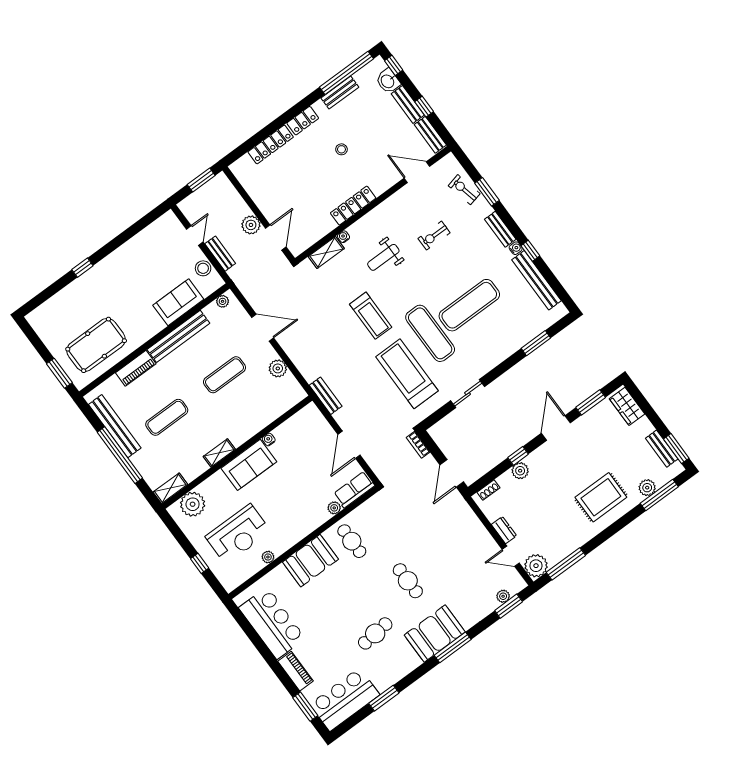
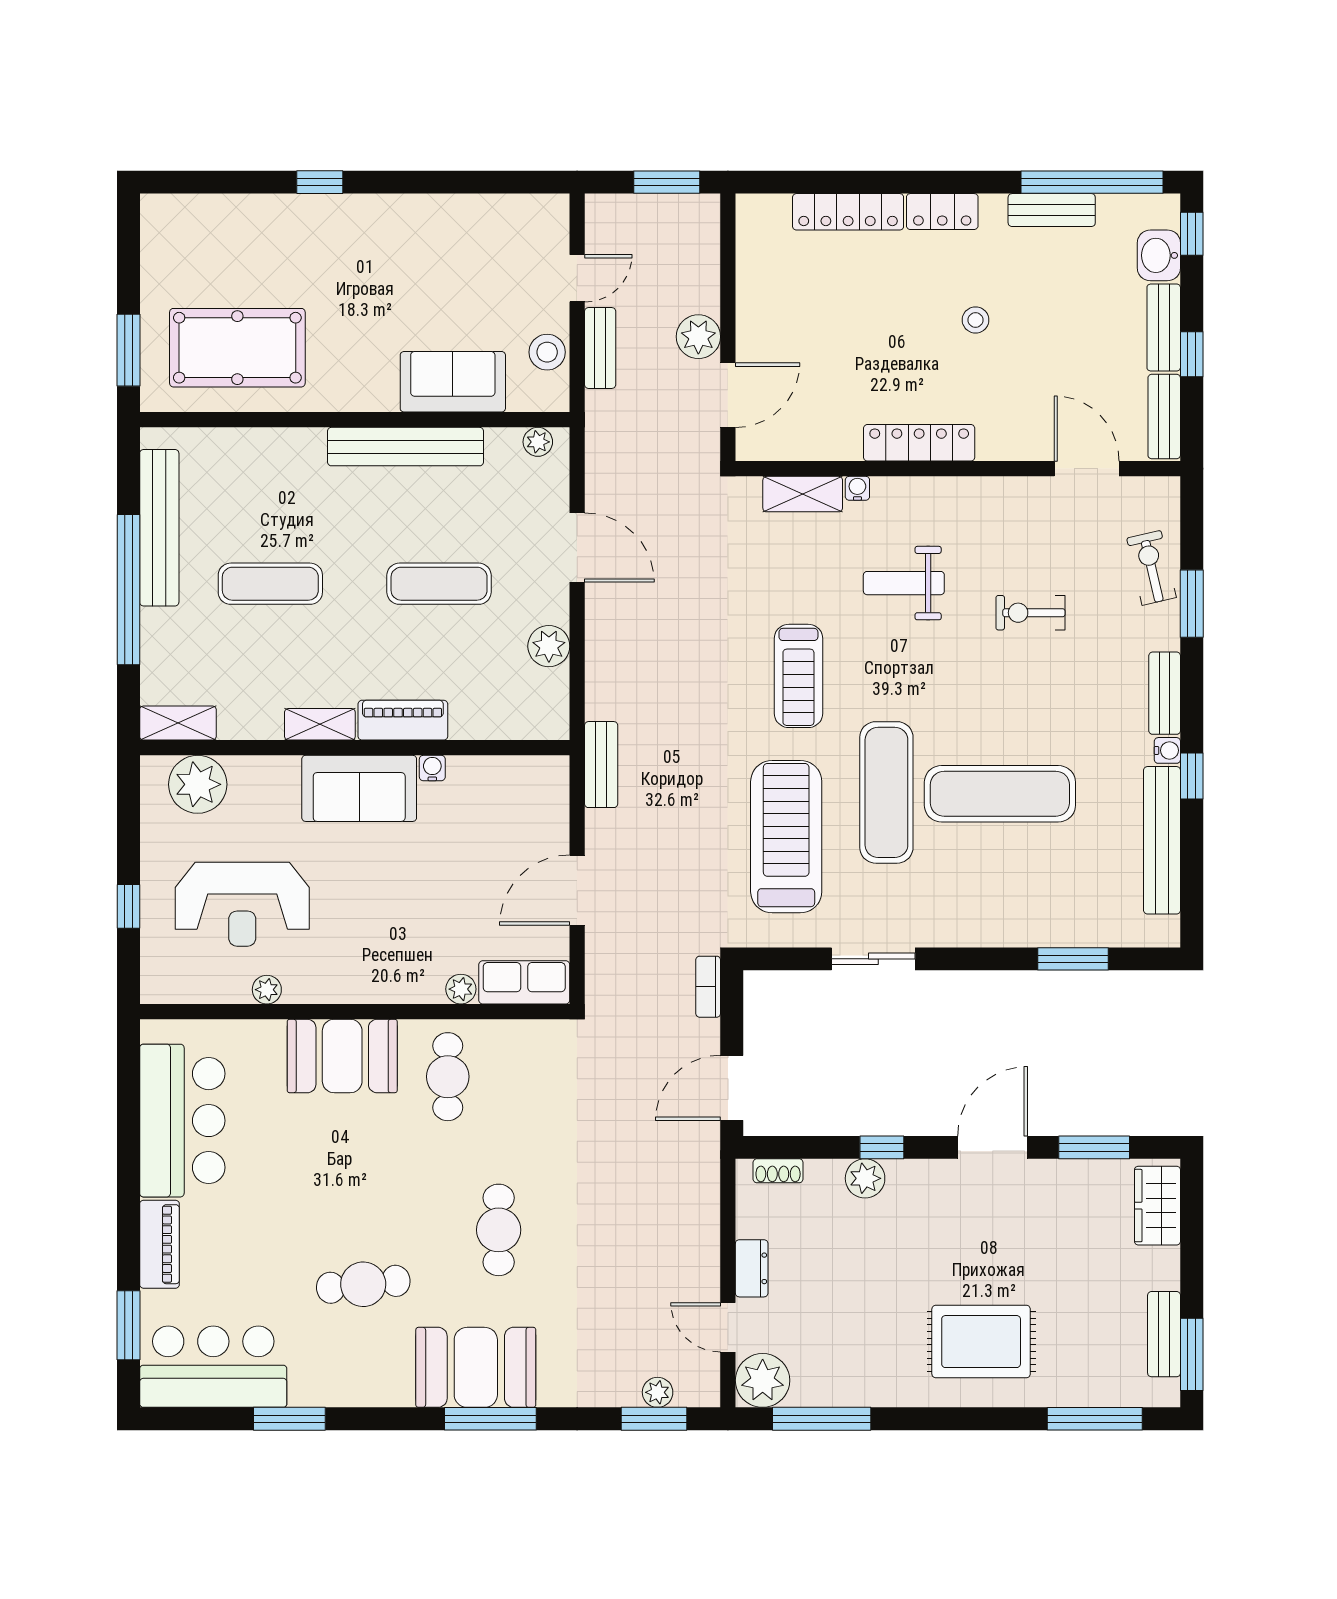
piano: (136, 368) -> (403, 720), moved, turned 180
plant: (647, 488) -> (1082, 1388), removed

